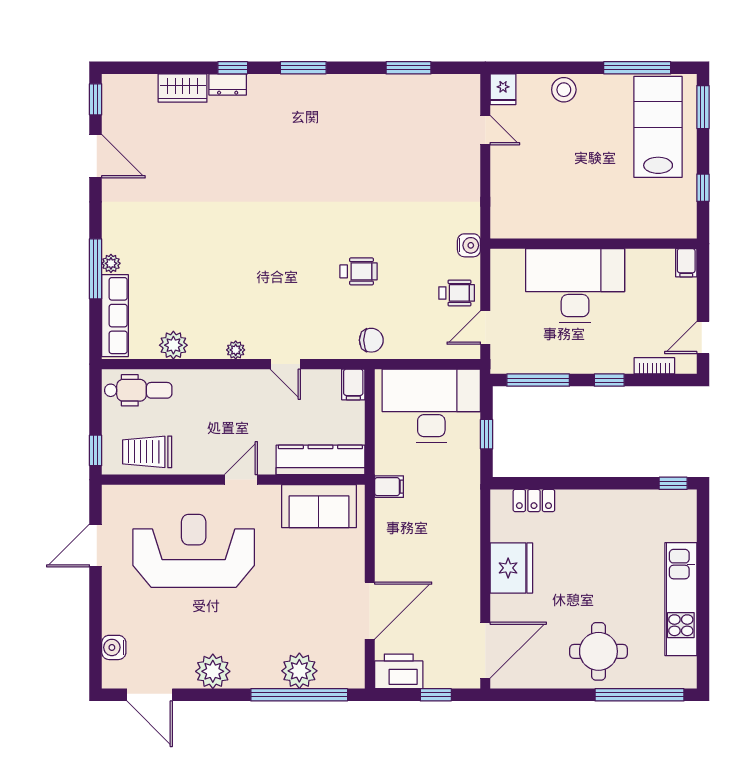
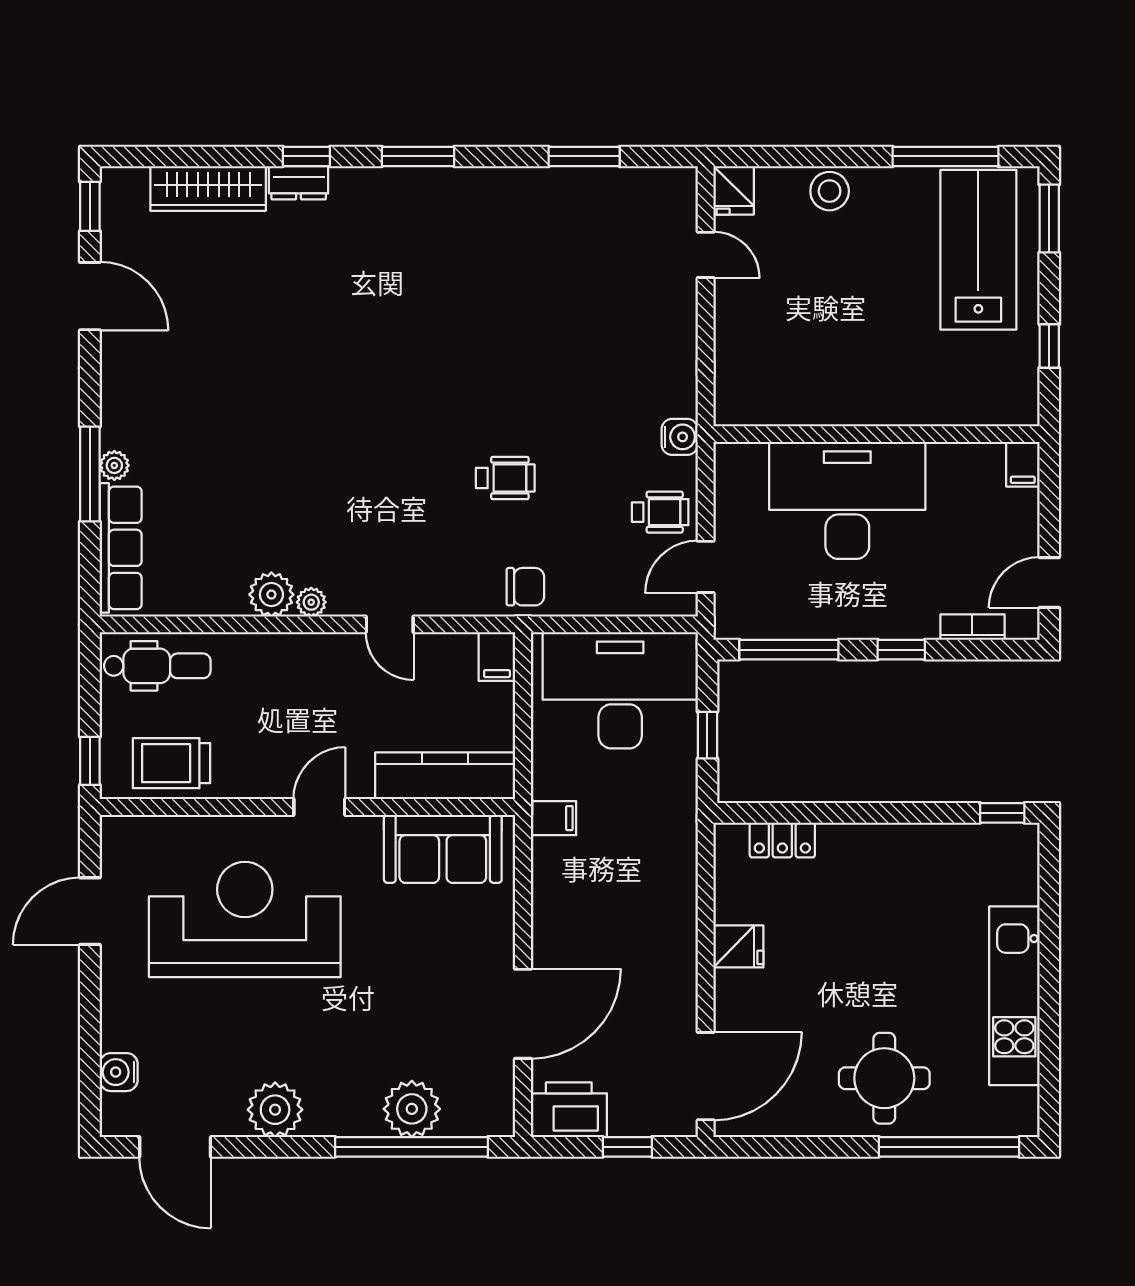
wardrobe: (183, 88) -> (208, 189), width x1.50
plant: (173, 345) -> (271, 595), moved
fridge: (511, 568) -> (738, 946), width x0.53, depth x0.75

